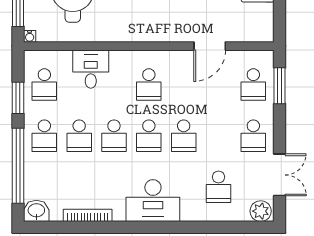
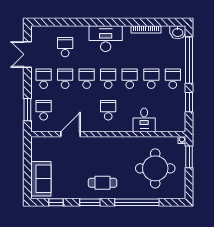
school desk: (44, 85) -> (65, 79), moved
plant: (261, 211) -> (39, 32), removed

